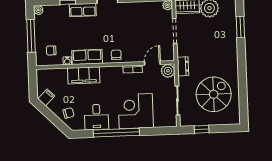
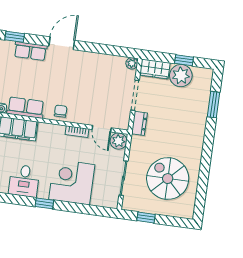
door: (152, 63) -> (102, 129), swing flipped
dresser: (183, 66) -> (139, 123), moved
spiral stairs: (214, 94) -> (168, 179), turned -90
window: (116, 133) -> (44, 203), width x0.32

